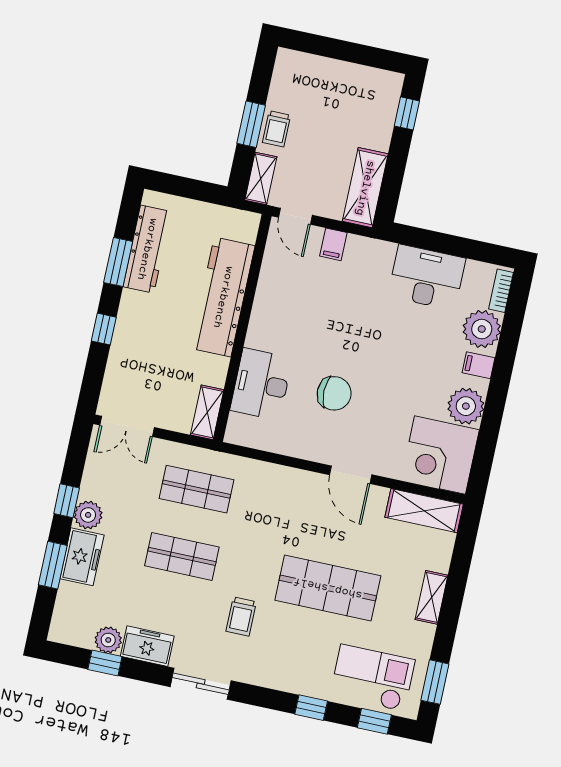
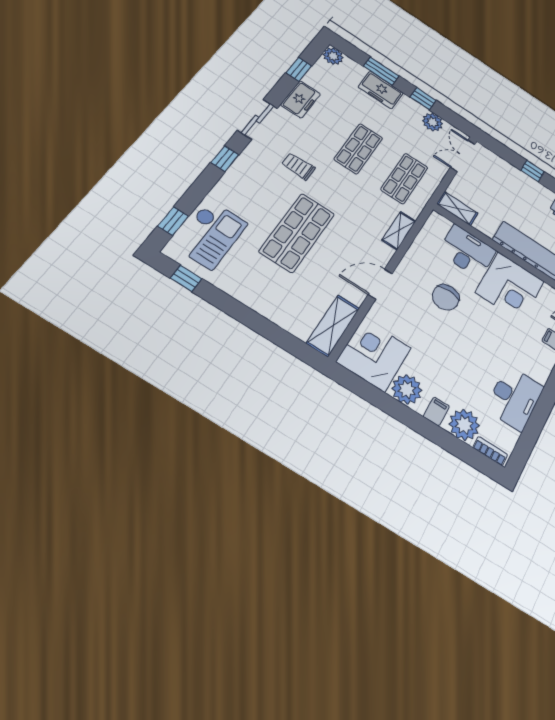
corner desk: (285, 318) -> (510, 287), added
plant: (88, 515) -> (433, 122), moved
shelving: (432, 597) -> (399, 231), moved, turned 90
plant: (108, 640) -> (333, 56), moved
window: (435, 682) -> (186, 278), width x0.67
window: (311, 708) -> (225, 159), moved

